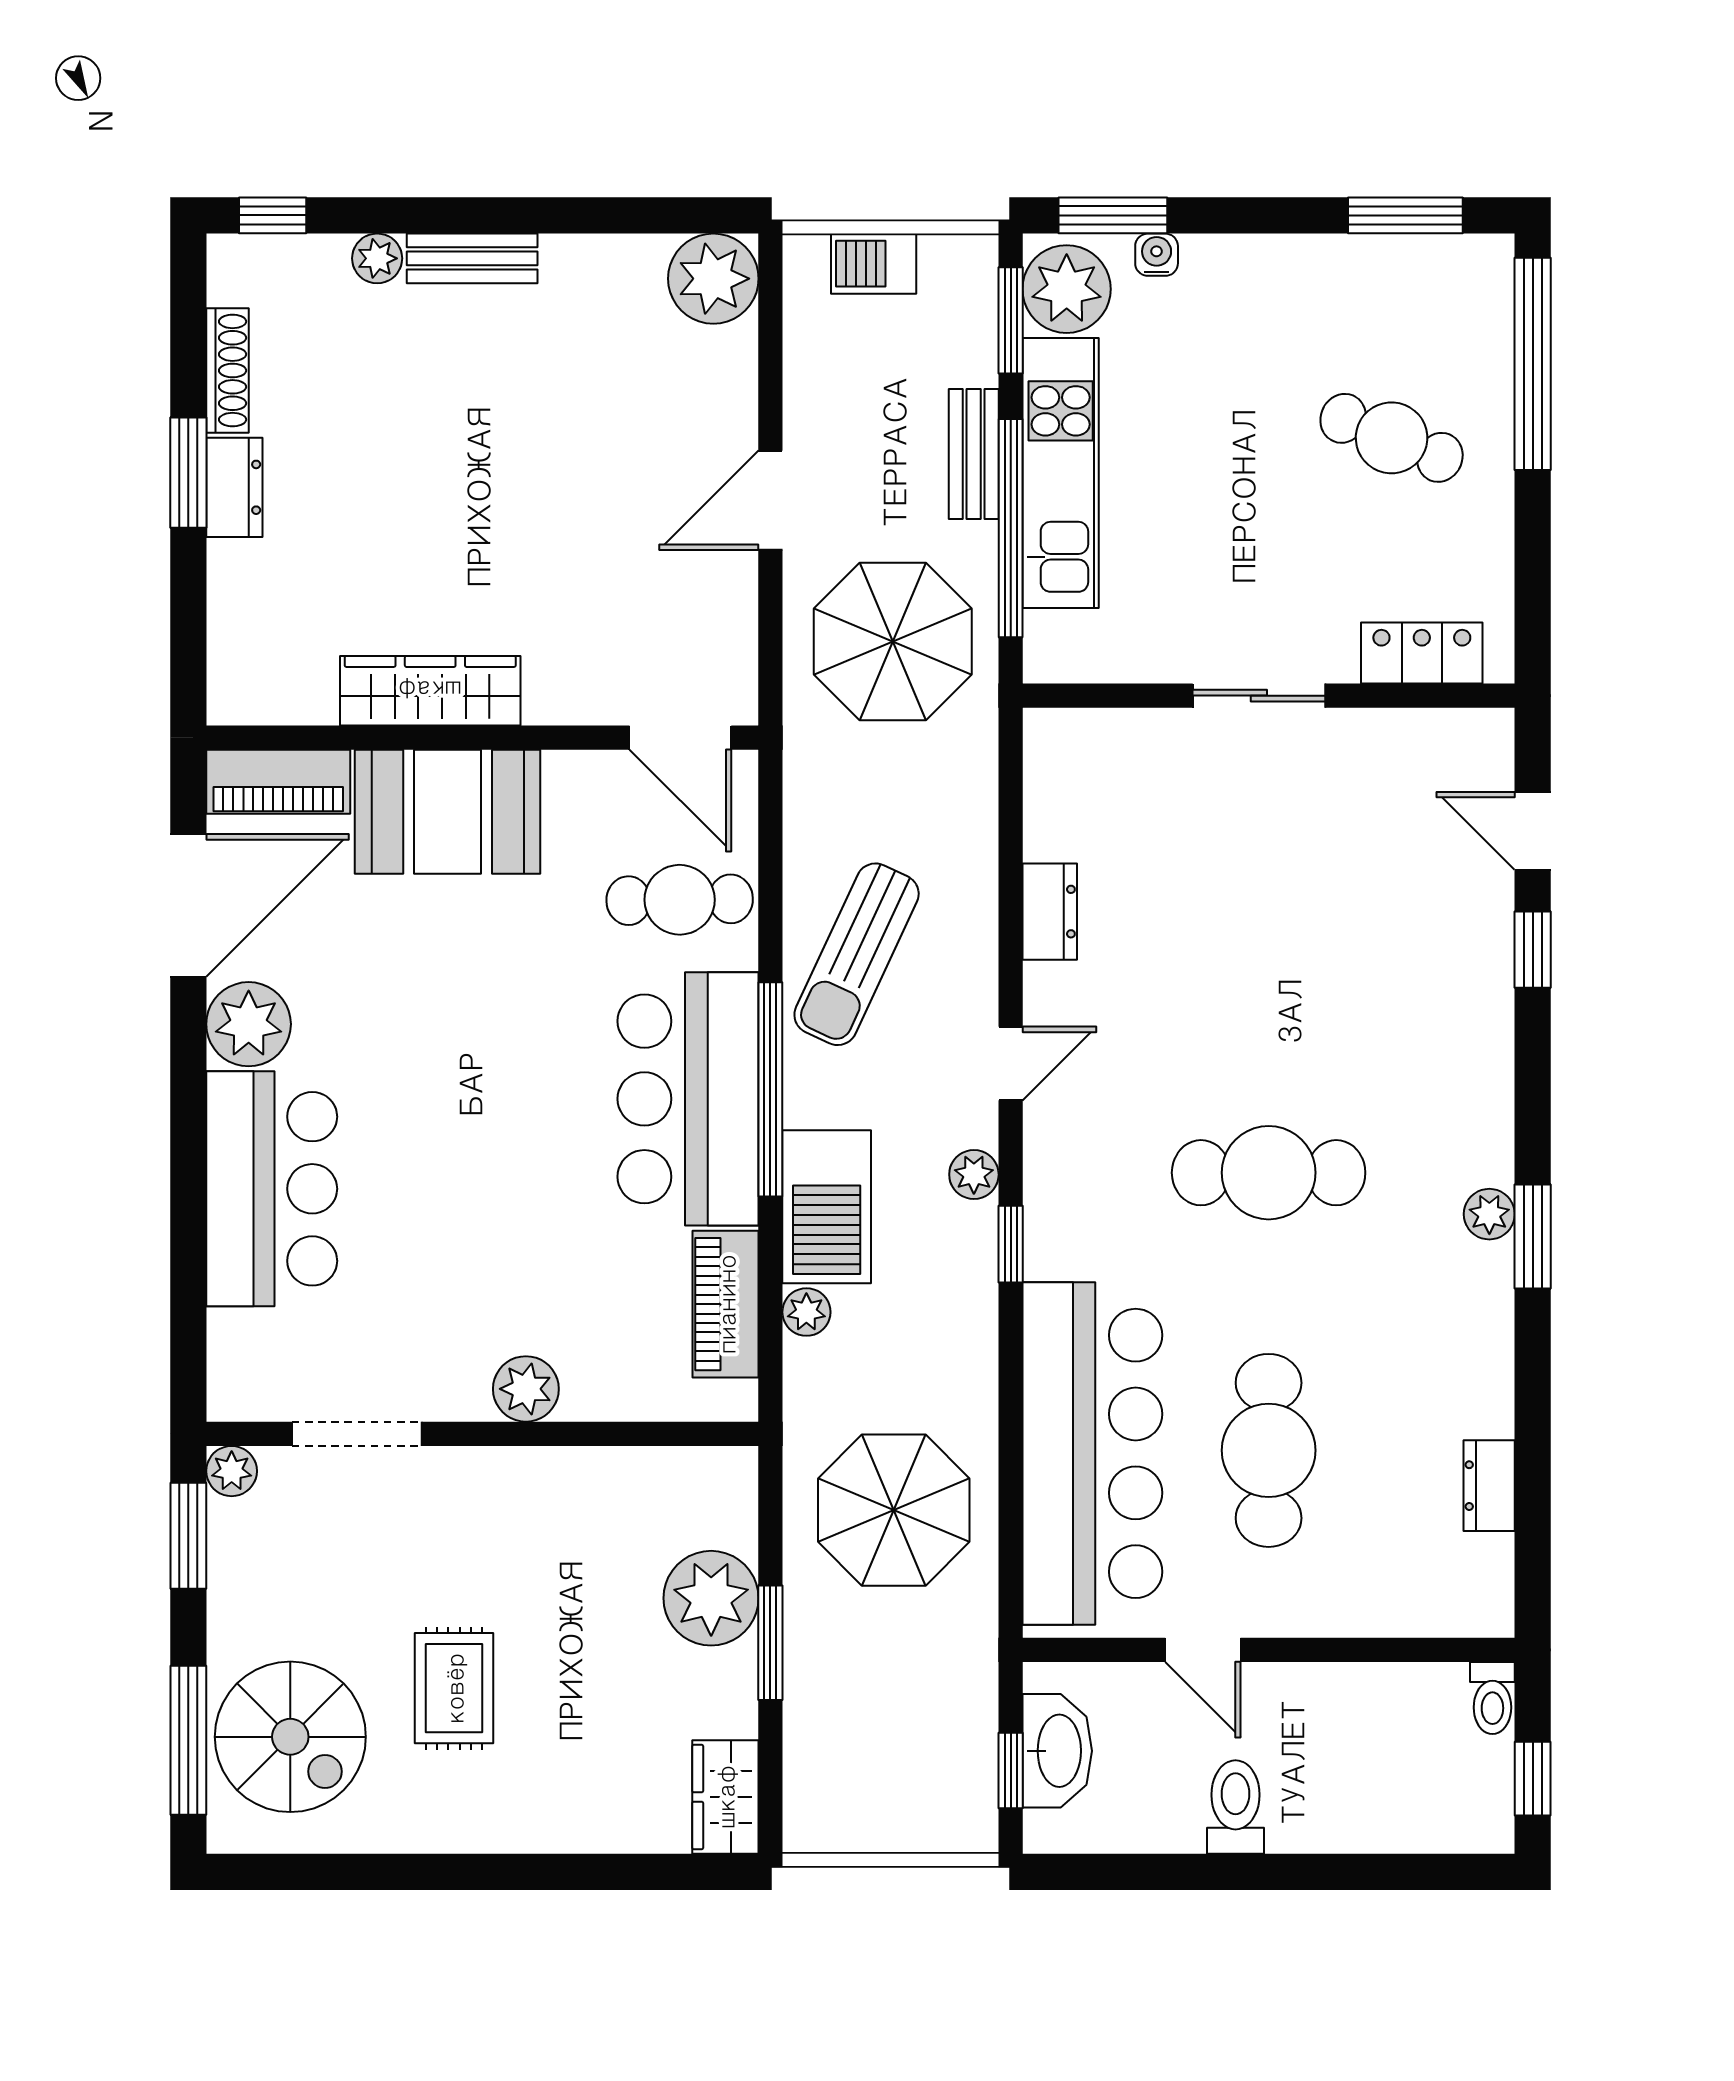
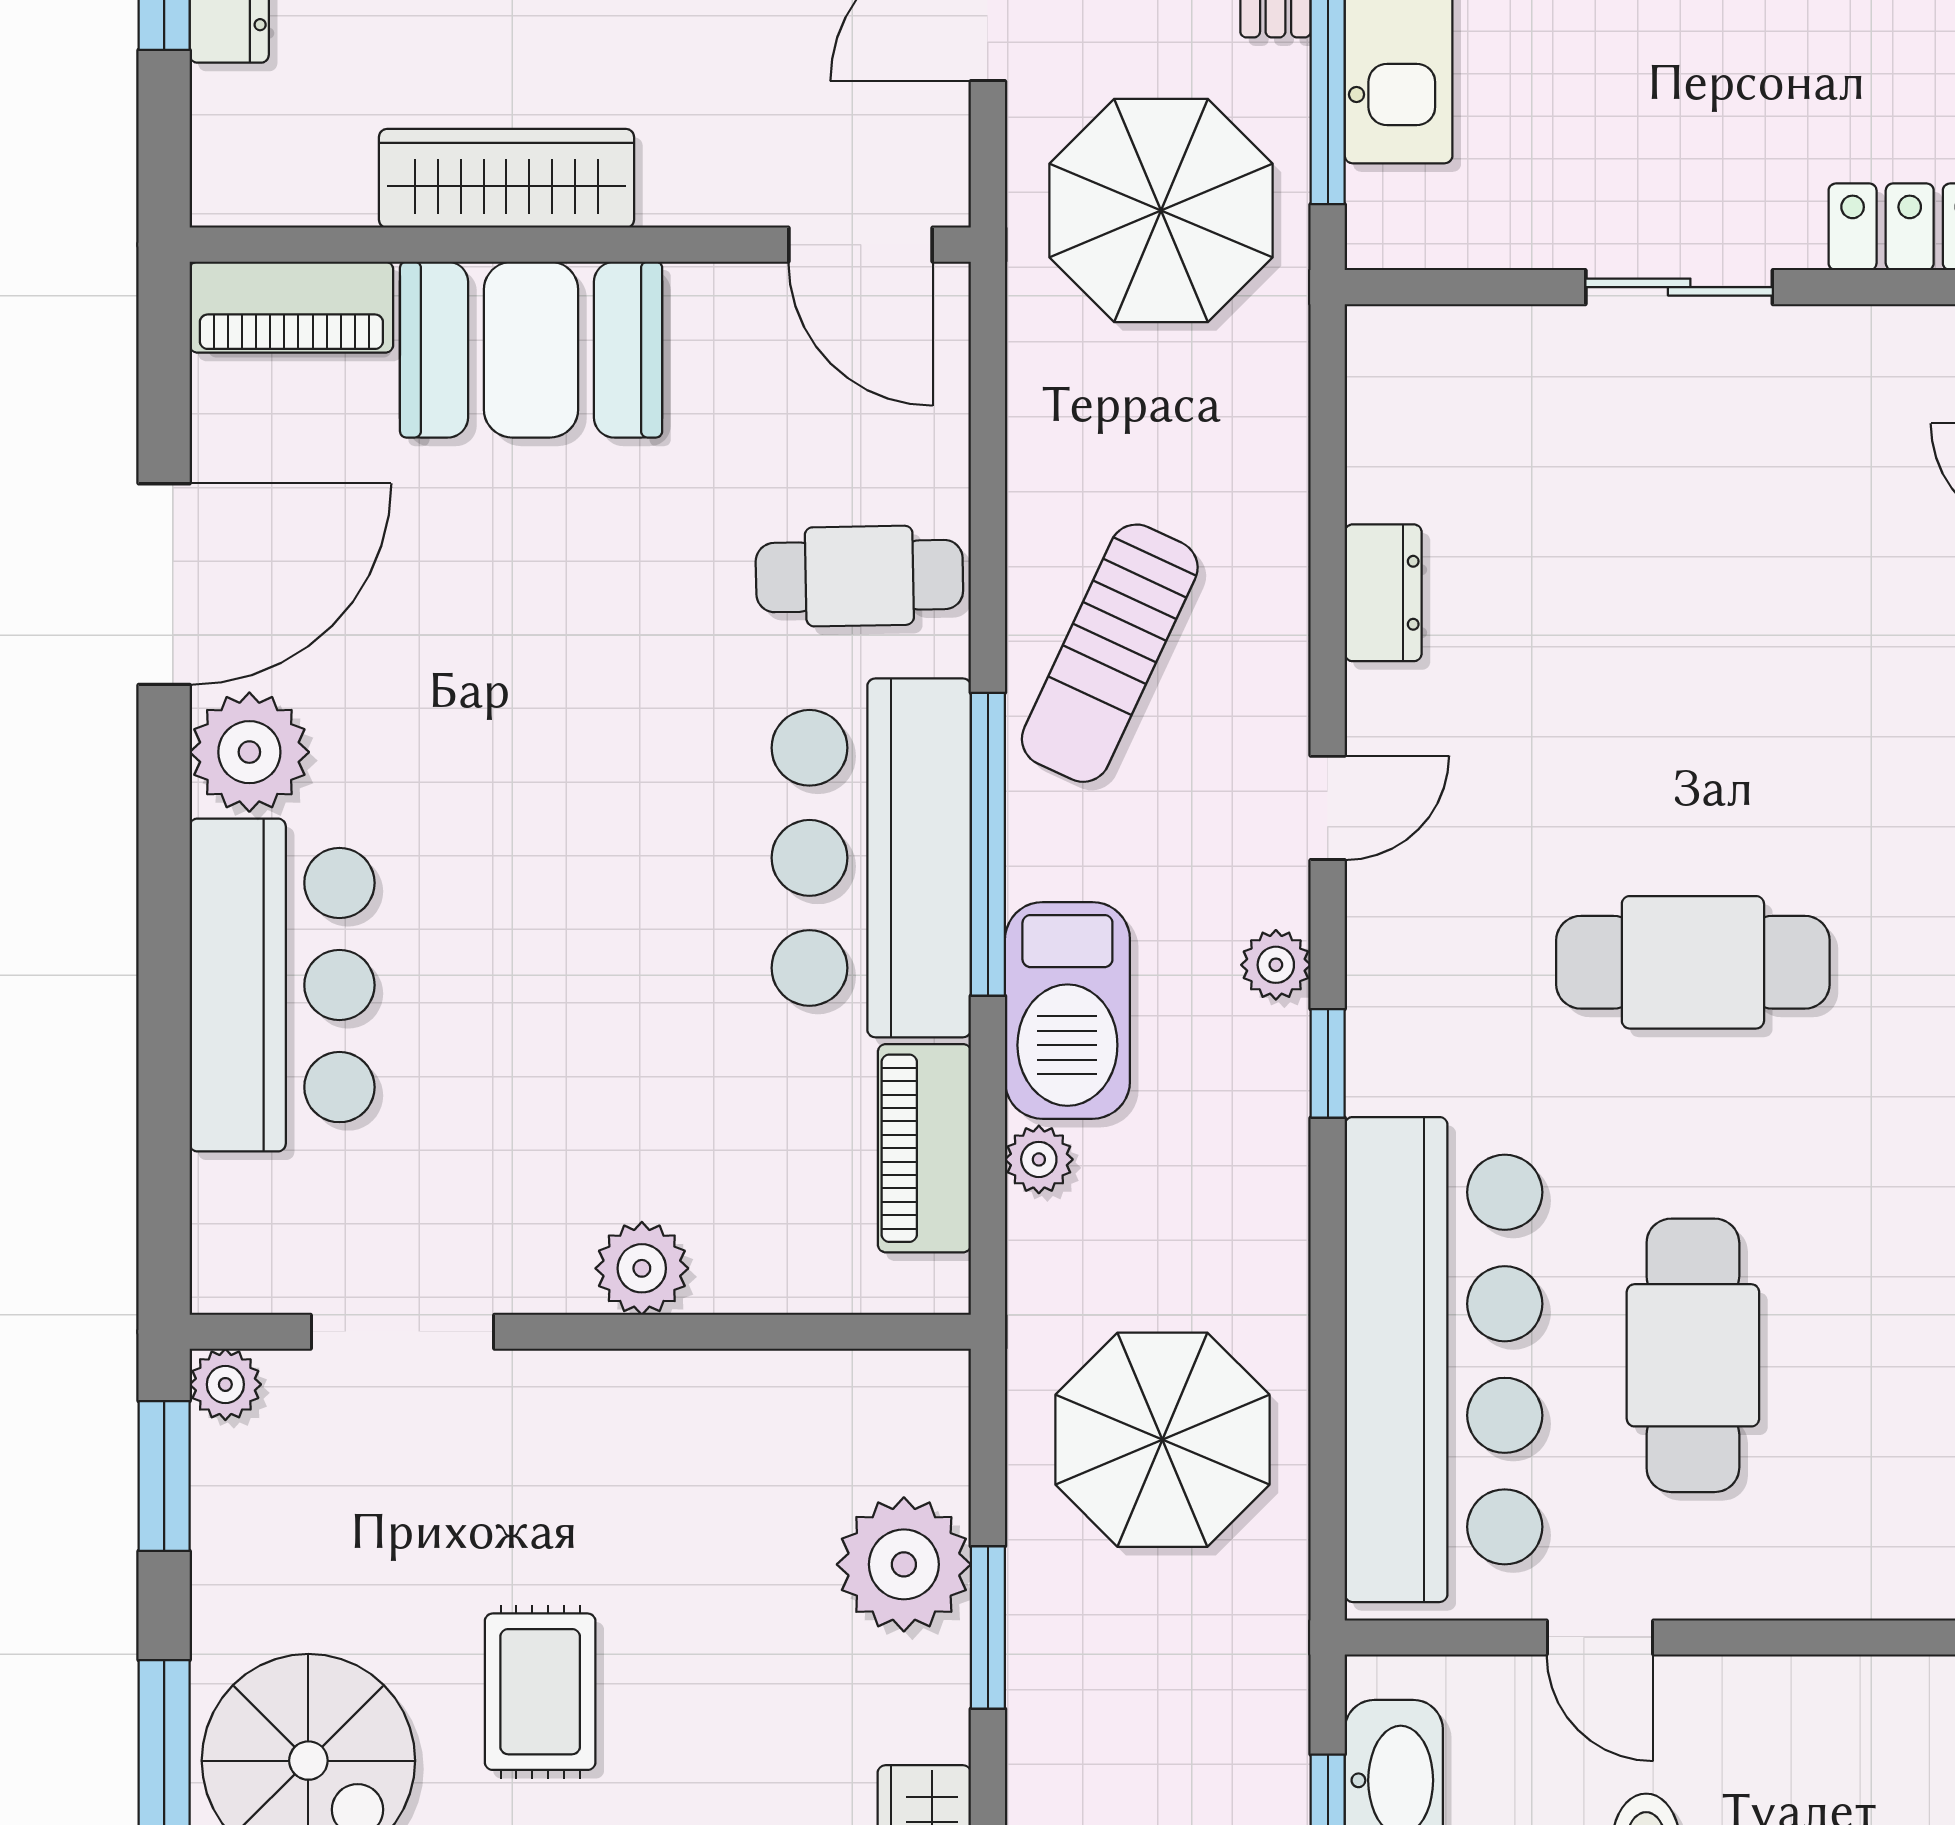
wardrobe: (430, 691) -> (506, 178), moved
wall: (482, 738) -> (580, 245), moved
door: (680, 738) -> (860, 245), moved
piano: (278, 782) -> (291, 307), moved
booth: (448, 812) -> (531, 350), moved

